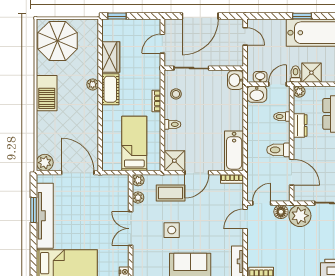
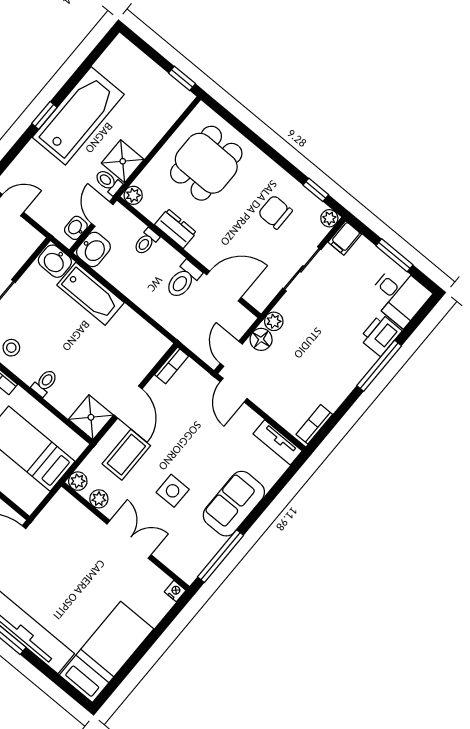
bathtub: (234, 151) -> (91, 294), moved
plant: (300, 216) -> (274, 321), width x0.53, depth x0.53
double door: (131, 229) -> (129, 539), swing flipped

